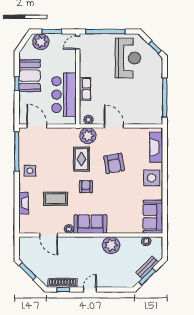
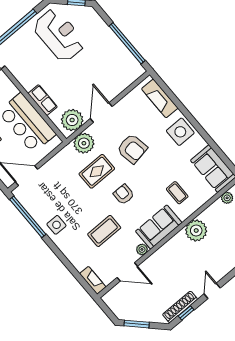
plant: (89, 120) -> (72, 120), width x1.87, depth x1.87
door: (114, 126) -> (101, 113), hinge flipped
rug: (81, 159) -> (97, 171), turned 90
fireplace: (24, 203) -> (93, 280), moved
coffee table: (119, 213) -> (177, 193), added

